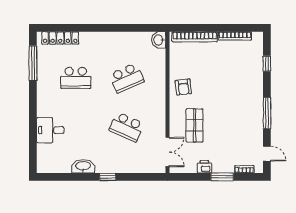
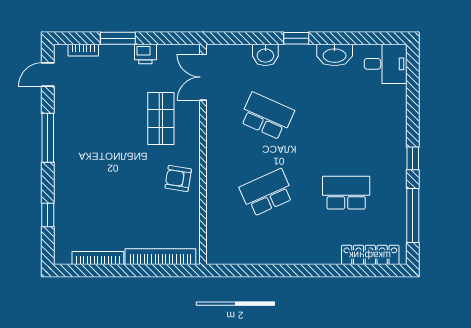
washbasin: (159, 40) -> (265, 55), moved, turned 90
armchair: (183, 87) -> (178, 178), turned -74
window: (33, 100) -> (413, 158), added
desk: (50, 130) -> (386, 64), moved
door: (267, 154) -> (48, 74), hinge flipped

